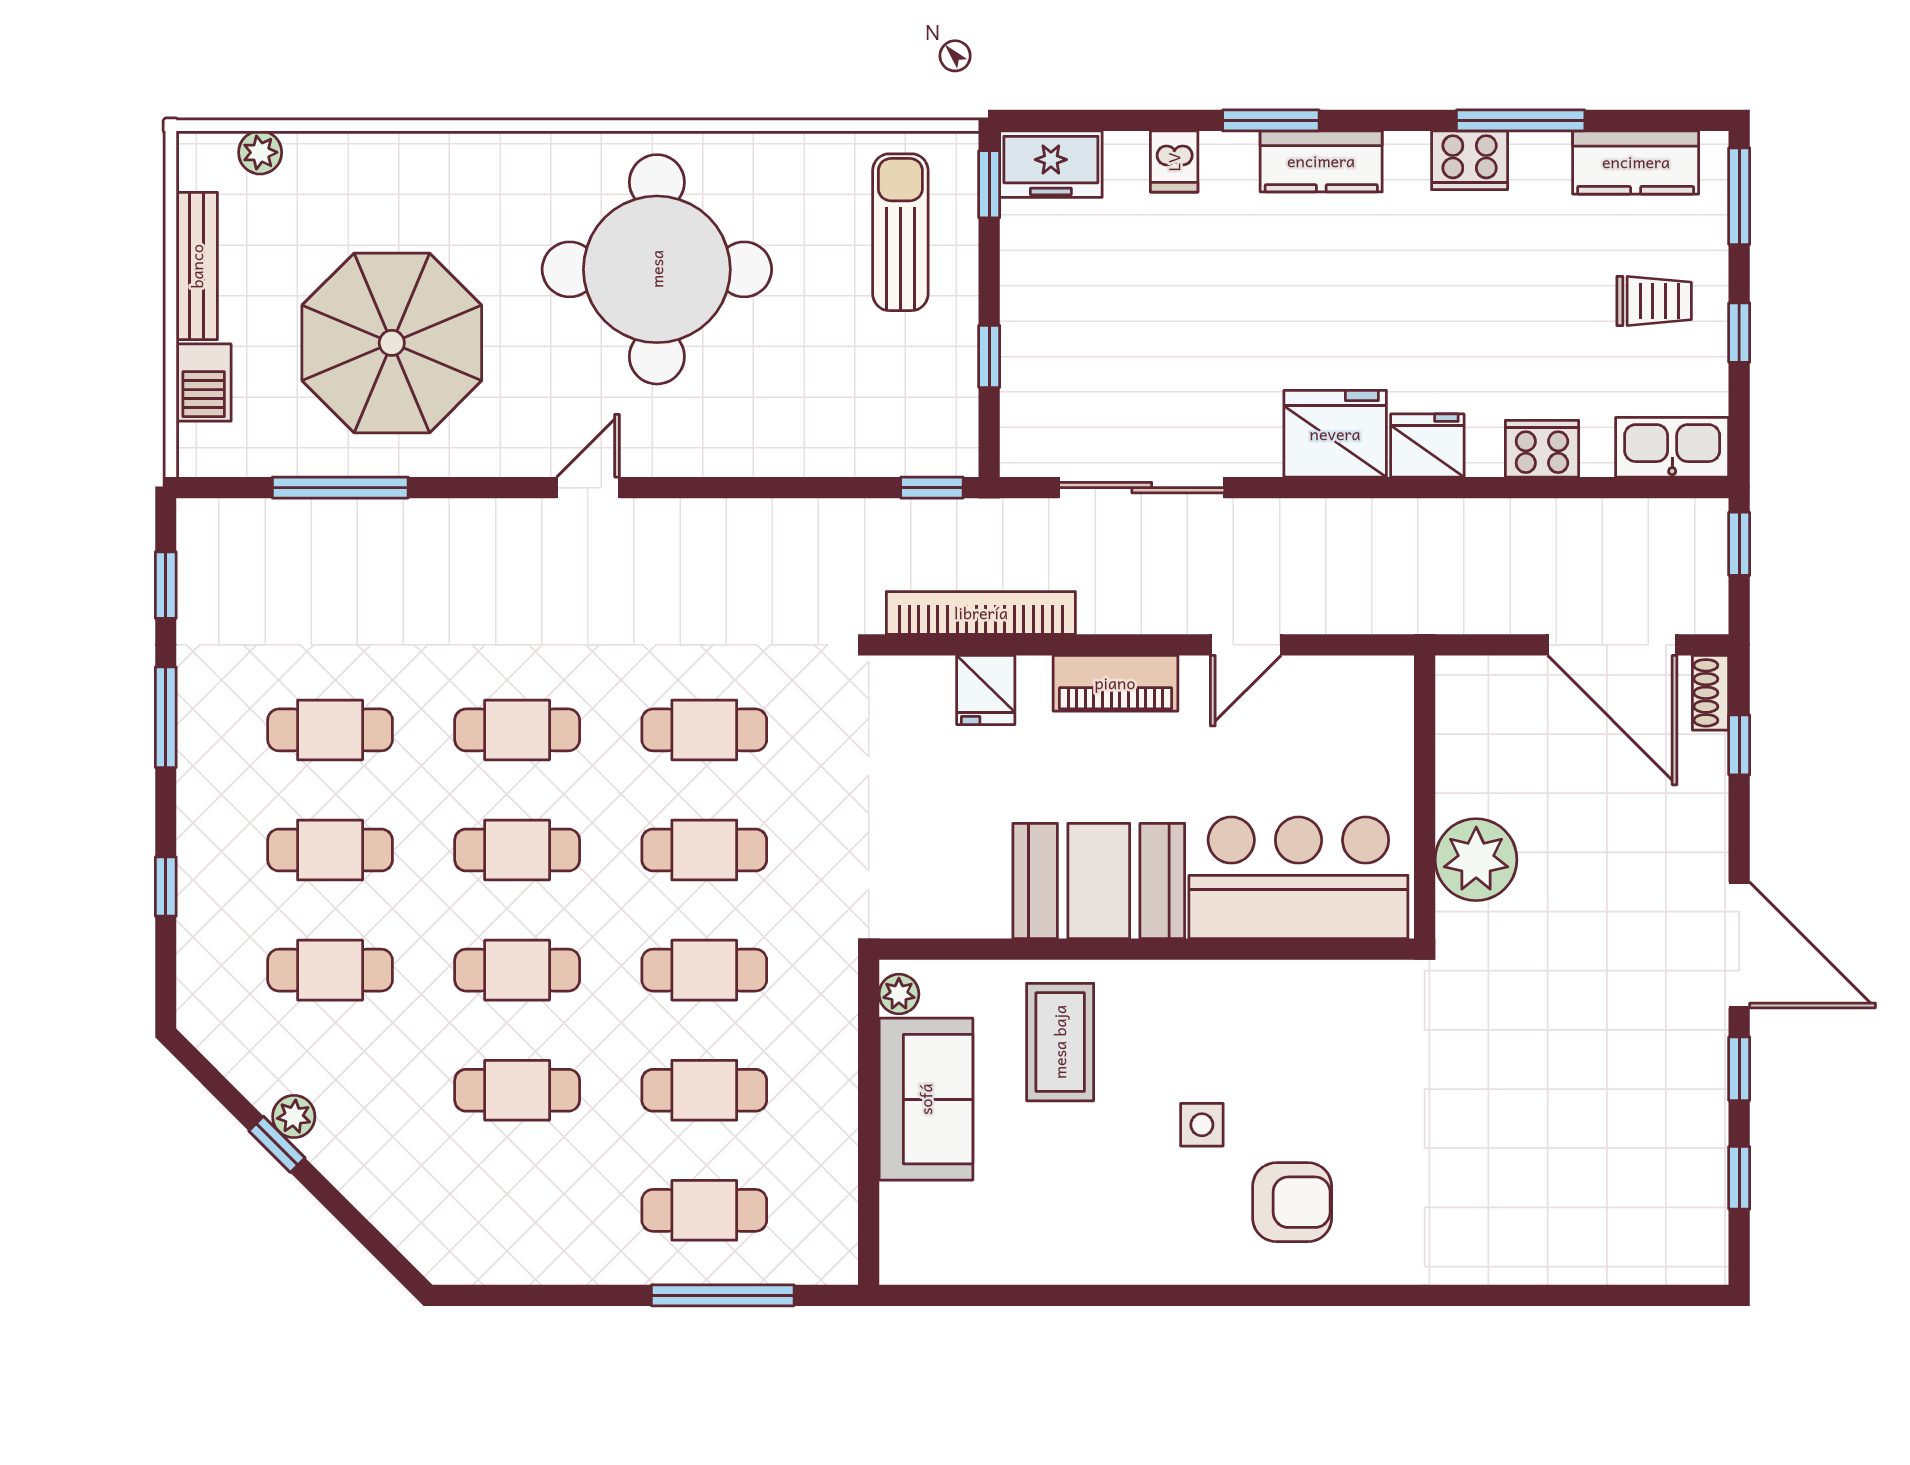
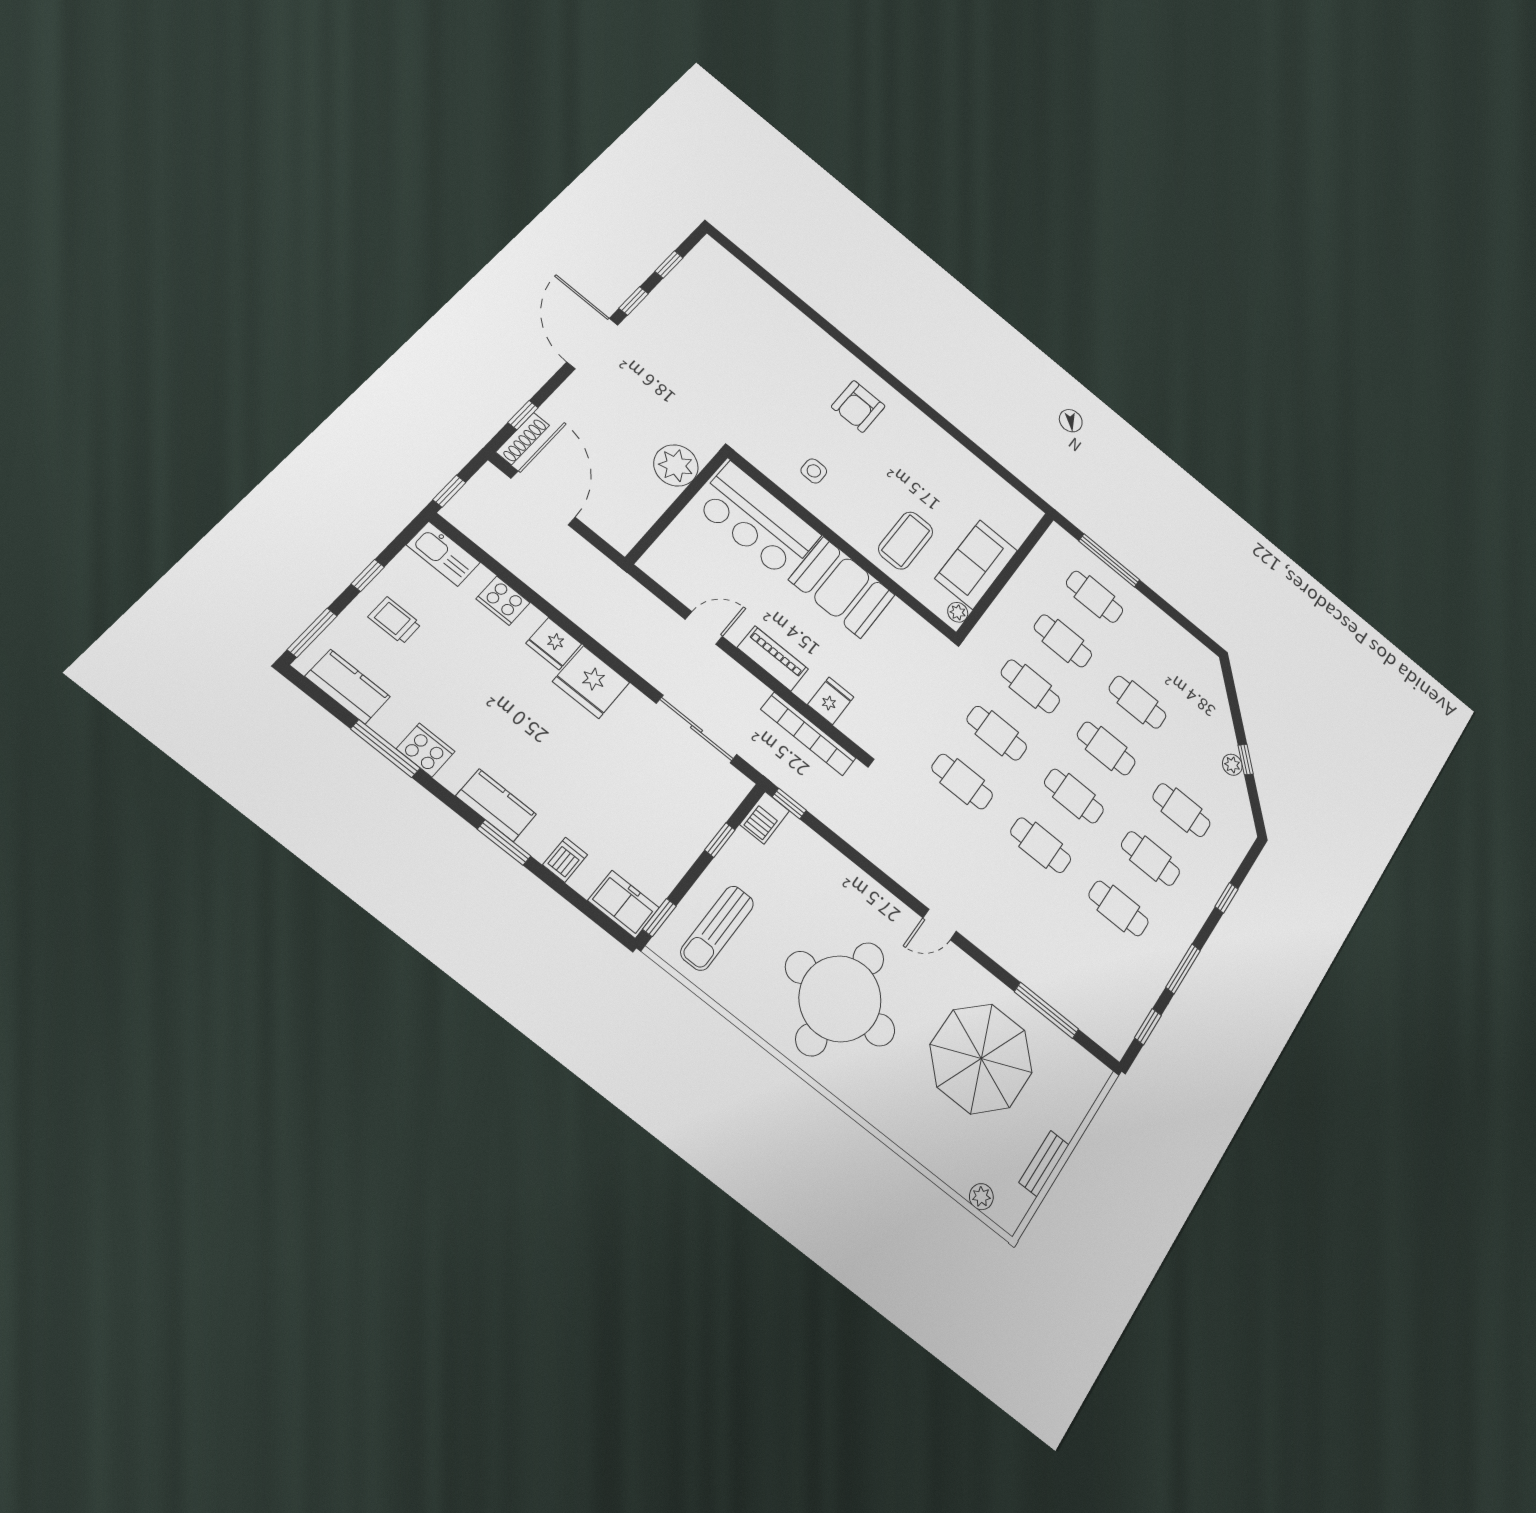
bench: (197, 266) -> (1044, 1164), width x0.73
barbecue: (204, 383) -> (765, 818), moved, turned 180
shoe rack: (1711, 693) -> (523, 439), width x1.43
side table: (1202, 1125) -> (814, 471), moved
armchair: (1292, 1202) -> (858, 406), turned -90

